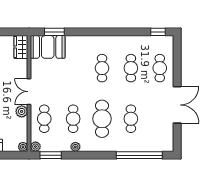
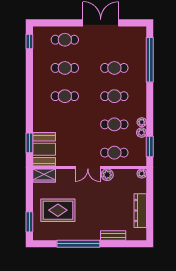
cafe table: (102, 119) -> (114, 96), width x0.73, depth x0.74
plant: (35, 147) -> (142, 133), moved

